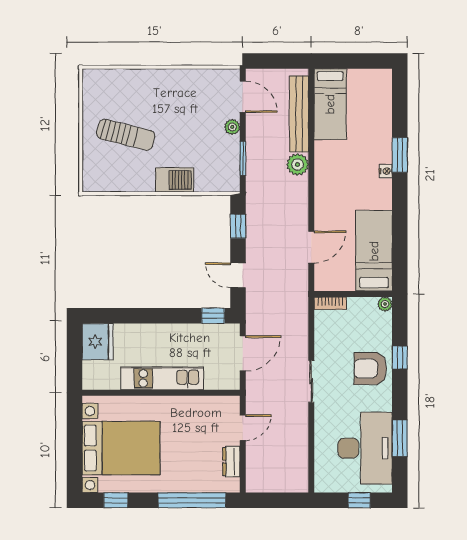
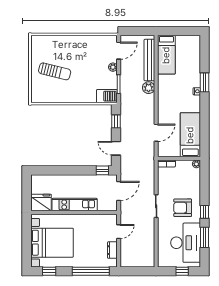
door: (243, 97) -> (119, 51), hinge flipped
barbecue: (175, 180) -> (107, 96), moved
fridge: (98, 342) -> (41, 203), moved, turned -90
window: (400, 357) -> (204, 212), moved
armchair: (370, 369) -> (183, 208), moved

